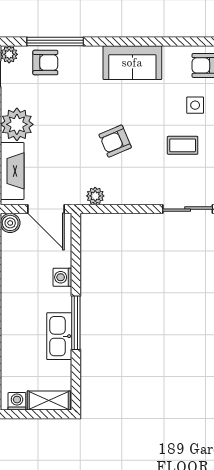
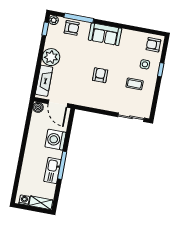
sofa: (132, 63) -> (105, 34), moved
armchair: (115, 141) -> (100, 75), turned 113
plant: (95, 196) -> (85, 102), removed
washing machine: (62, 277) -> (55, 140), width x1.89, depth x1.89

